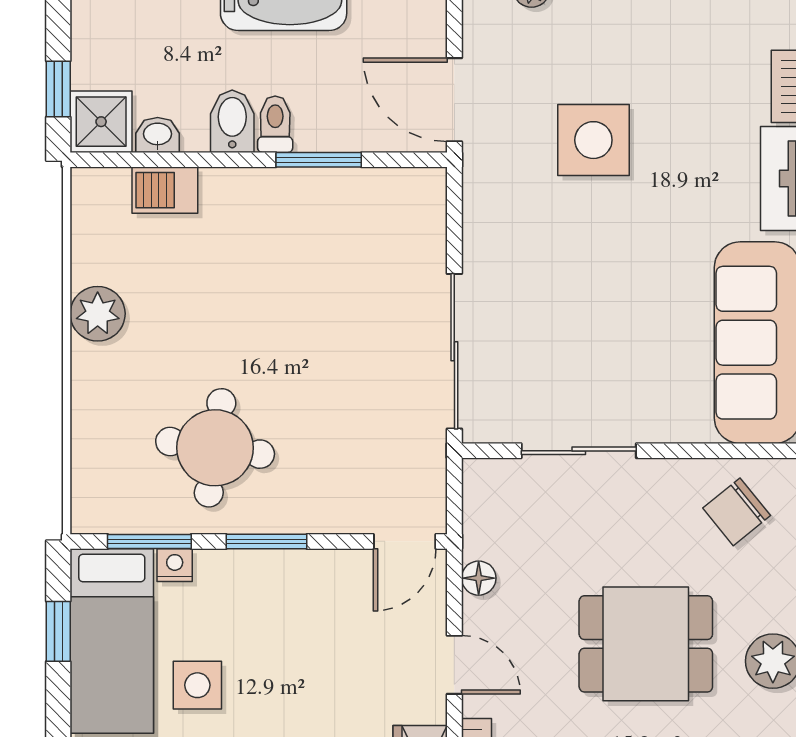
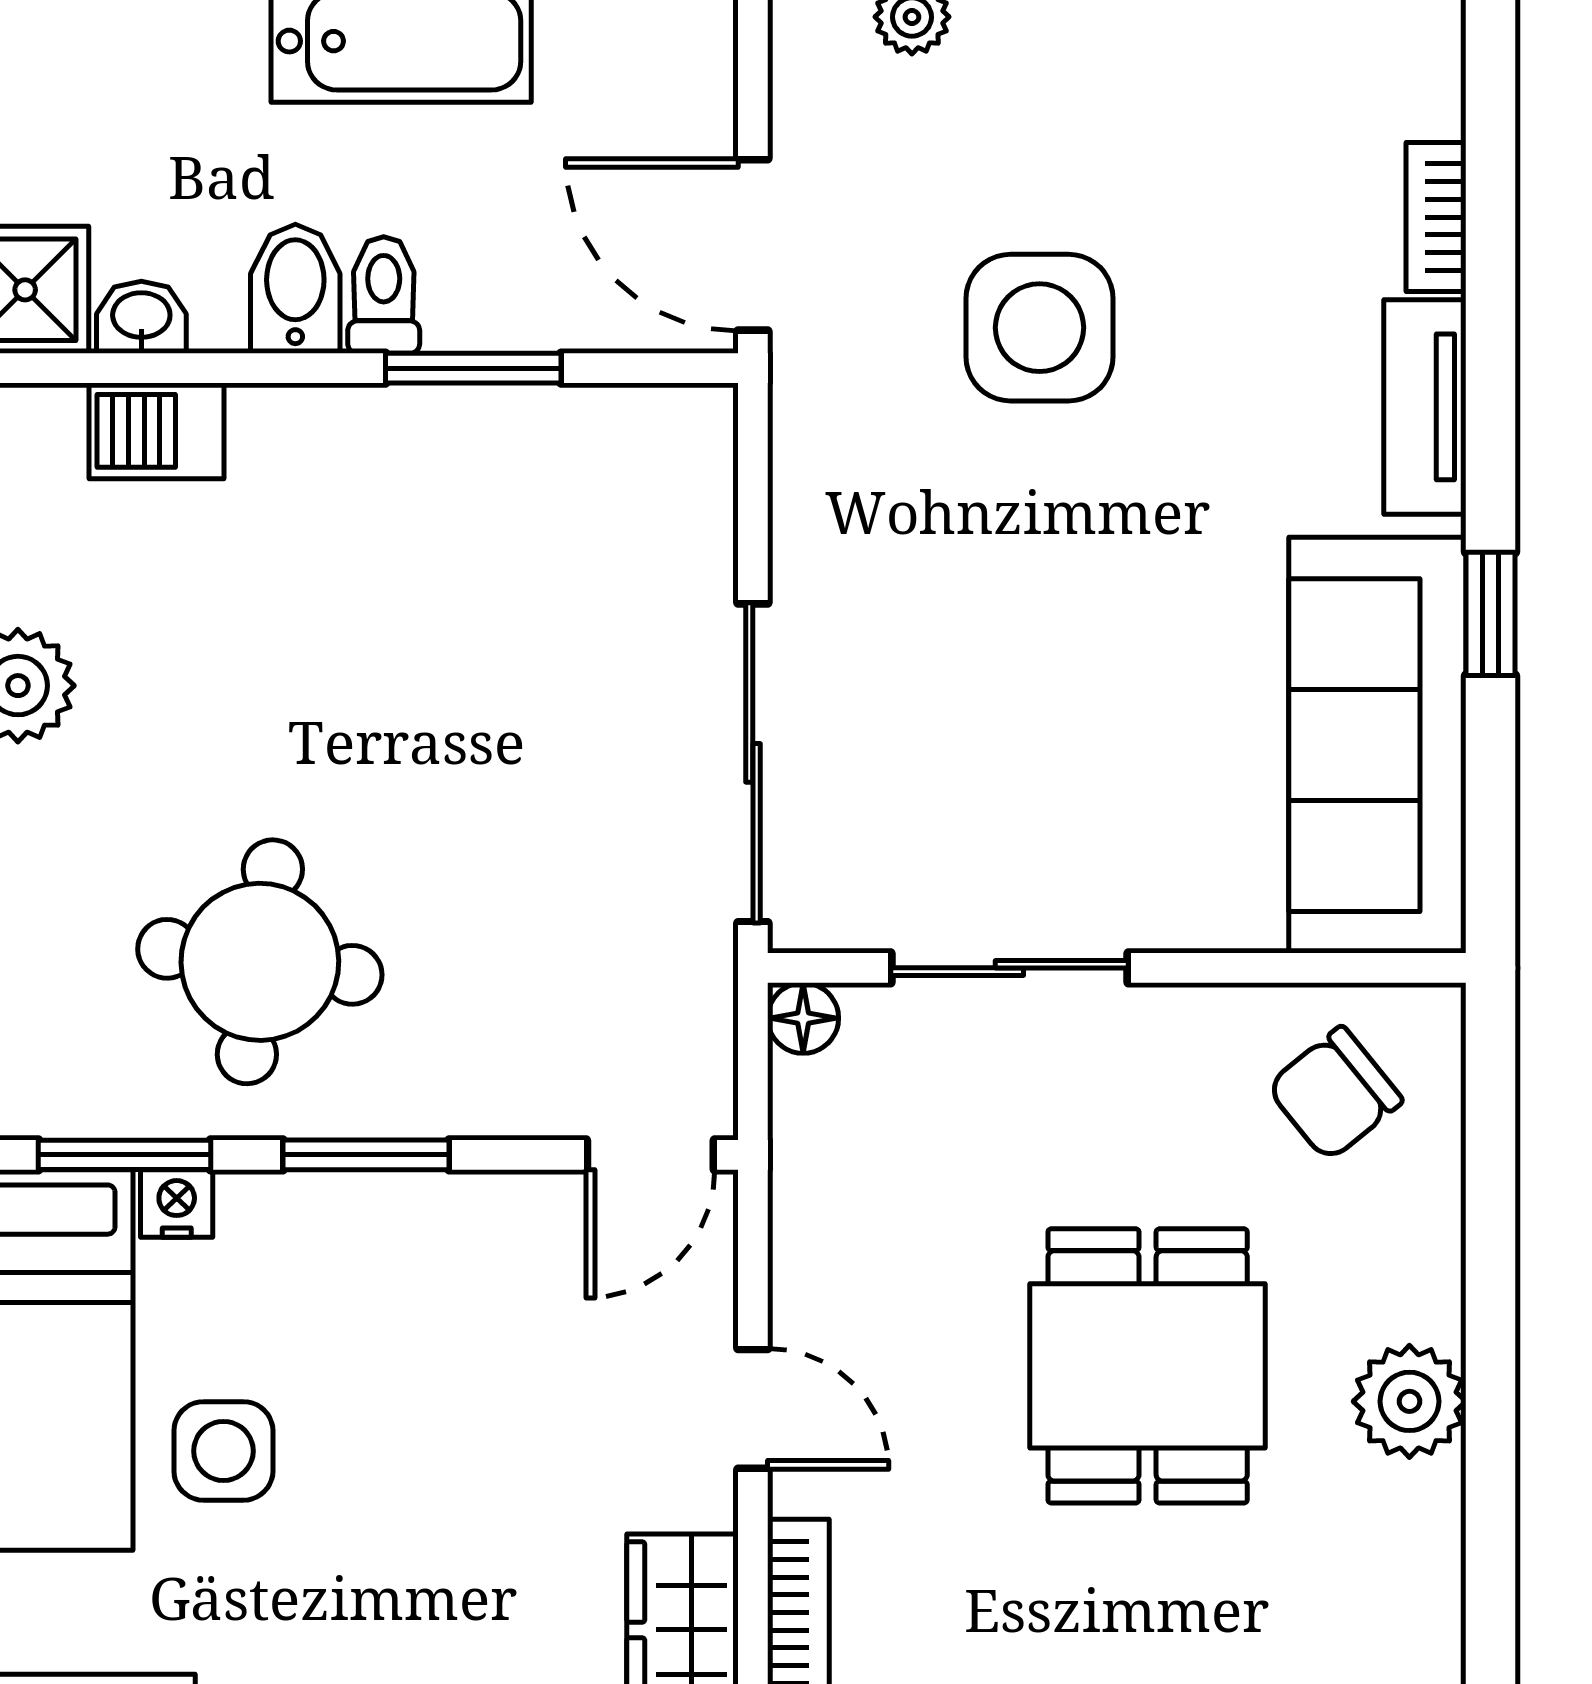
floor lamp: (479, 578) -> (803, 1018), moved
dining table: (646, 644) -> (1148, 1366), turned 90

